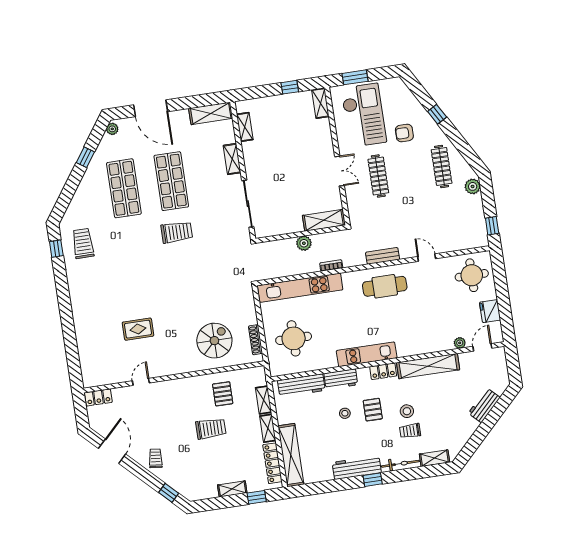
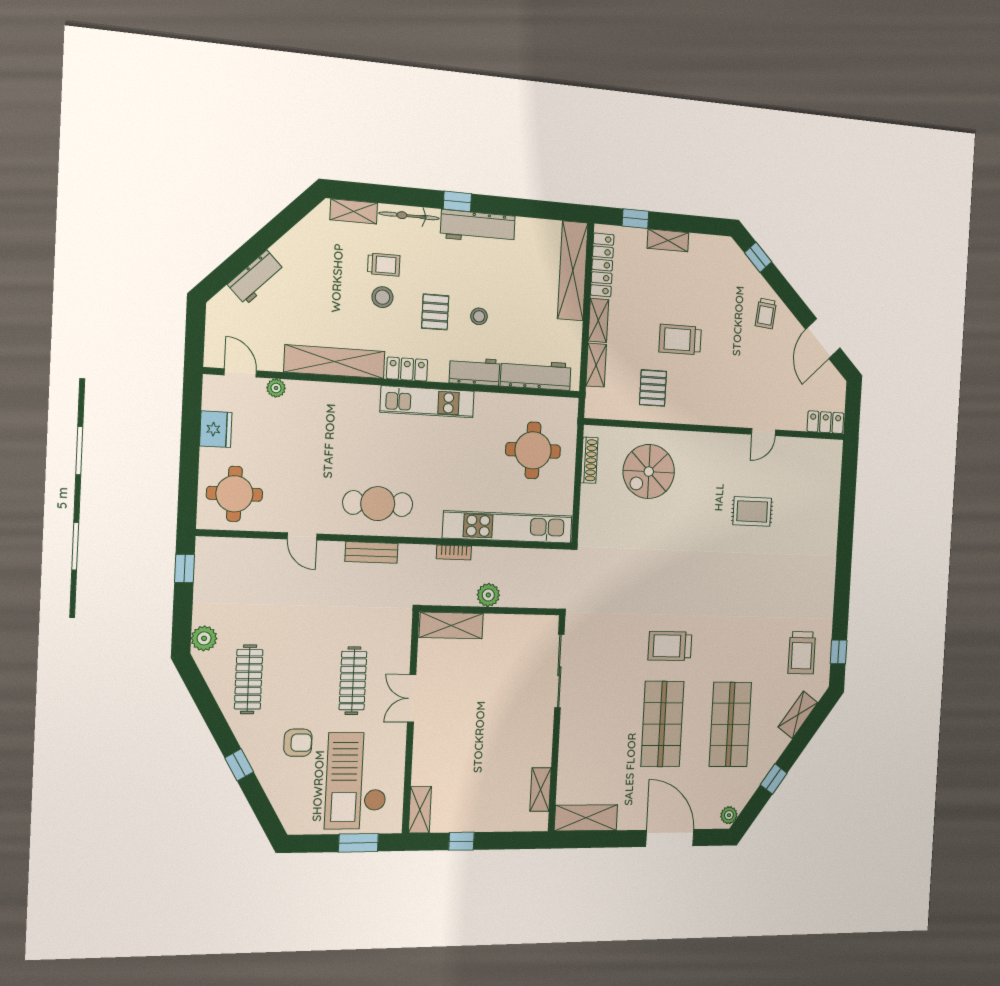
shelving: (232, 159) -> (798, 715), moved, turned 35
door: (482, 347) -> (240, 373), swing flipped

